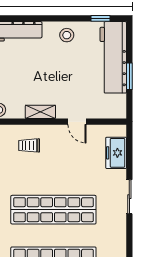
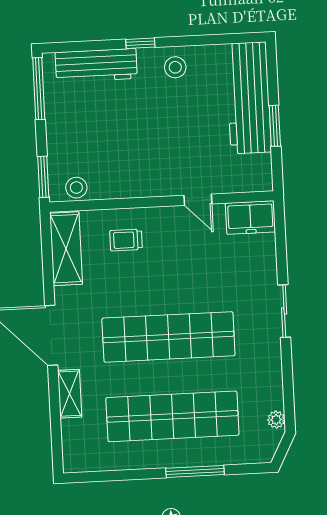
window: (100, 18) -> (140, 43), moved
shelving: (40, 112) -> (141, 187), removed
freezer: (116, 153) -> (250, 218), moved, turned -90

